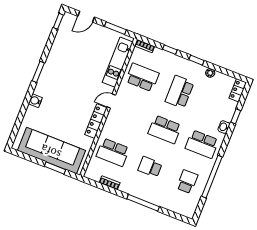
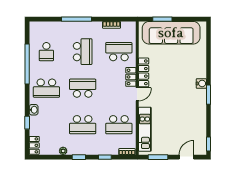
school desk: (180, 92) -> (83, 125), turned 90
water cooler: (35, 101) -> (201, 83), moved
locker: (111, 121) -> (131, 77), added
school desk: (202, 144) -> (46, 88), turned 180
school desk: (150, 167) -> (83, 52), width x1.85

